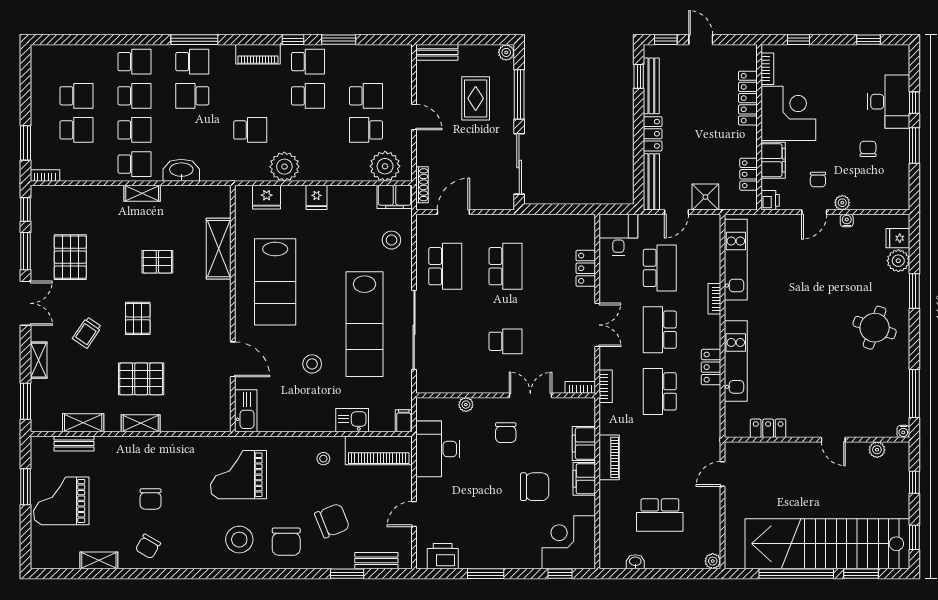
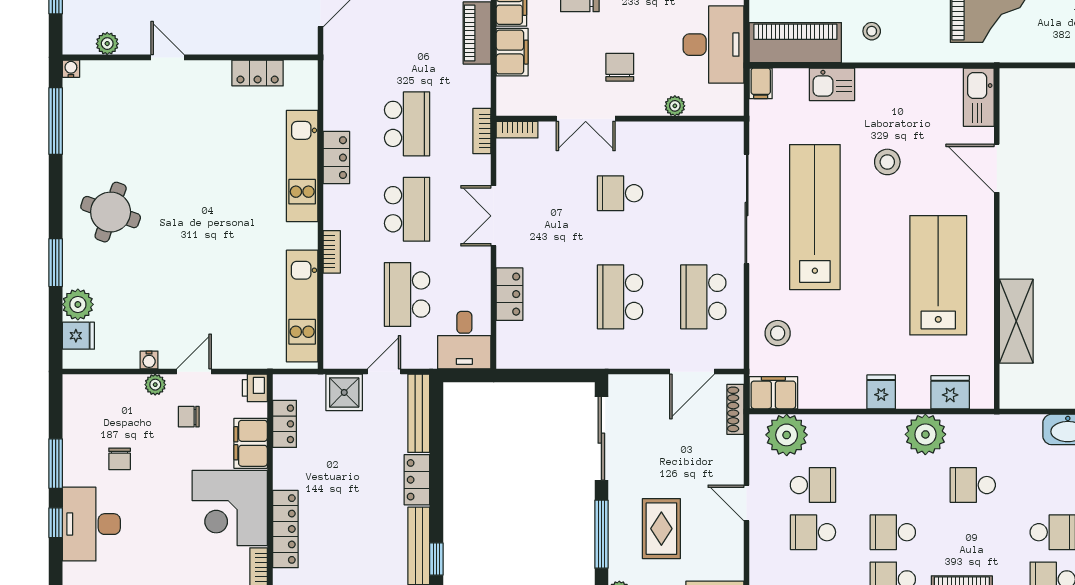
chair: (818, 179) -> (189, 417), turned -90

